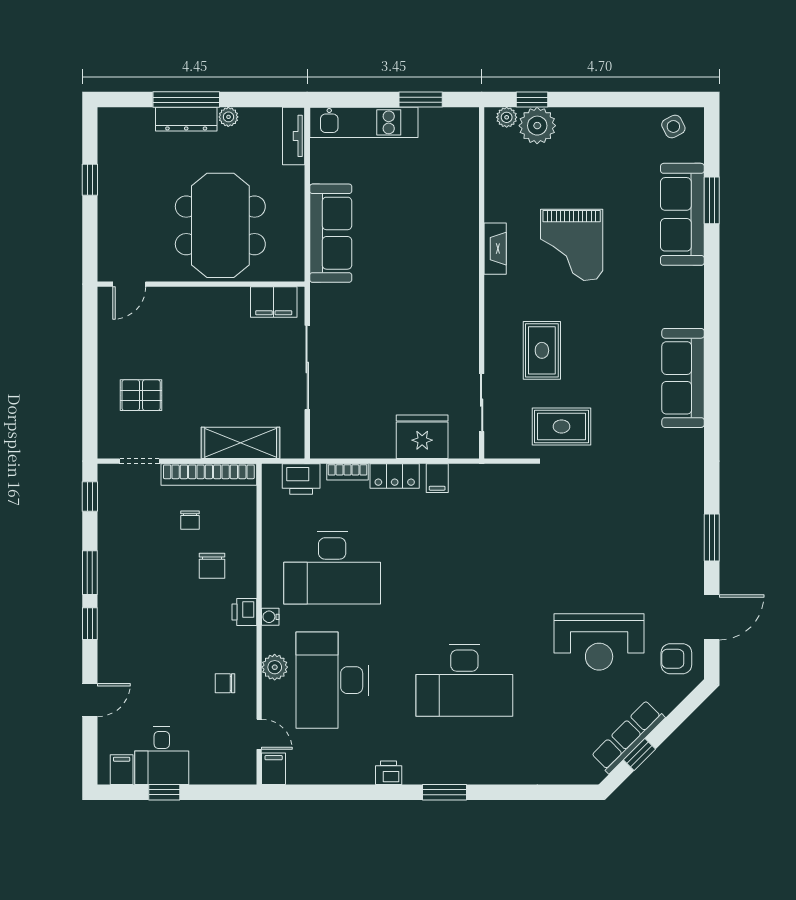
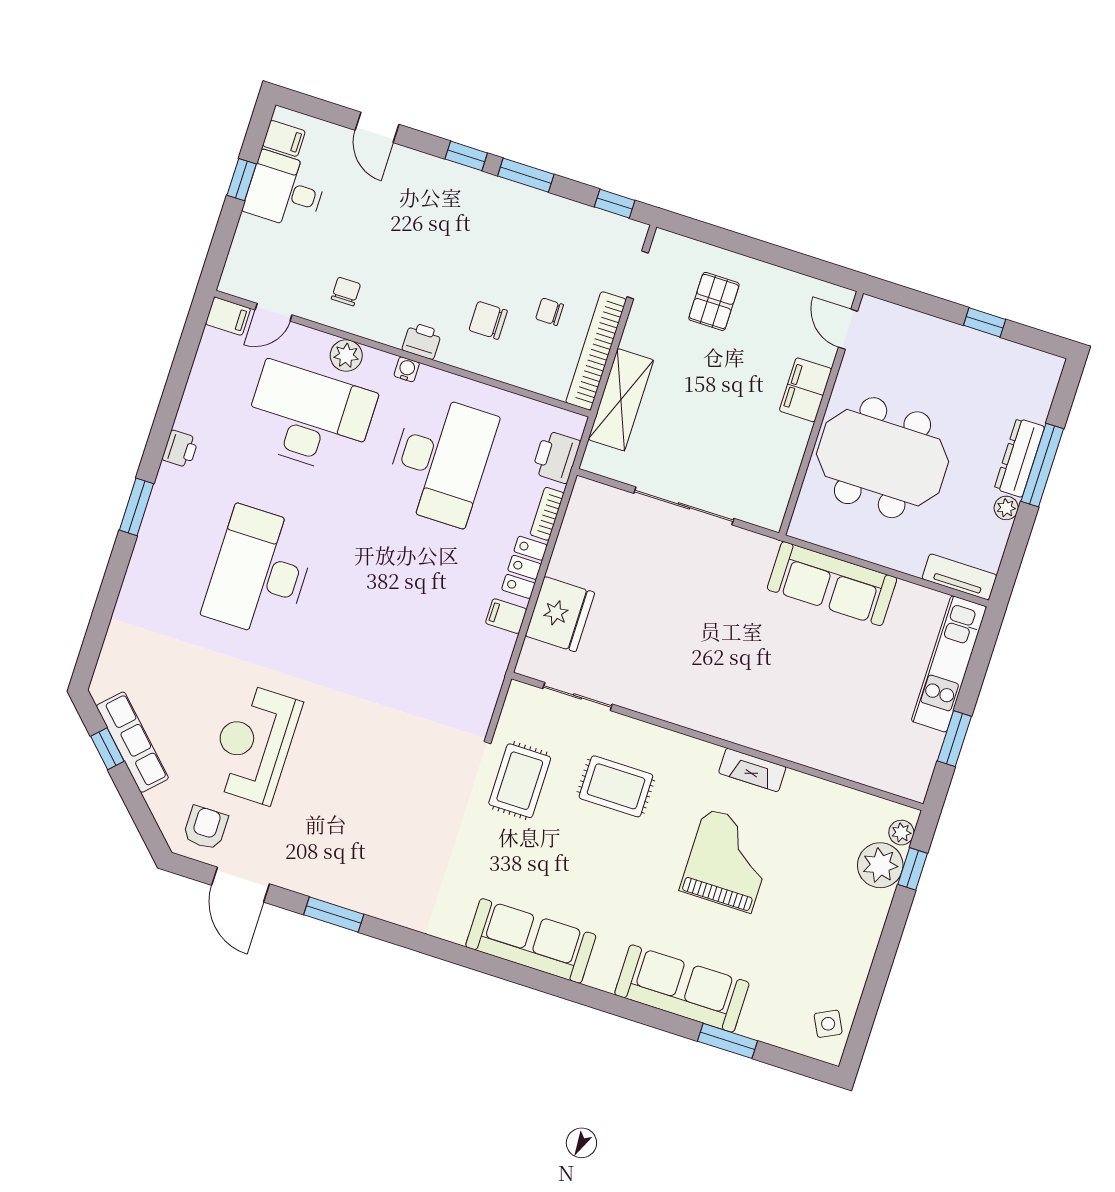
sofa: (682, 214) -> (682, 988), moved
grand piano: (572, 245) -> (728, 861), turned 90
filing cabinet: (274, 302) -> (806, 390), moved
desk: (332, 568) -> (440, 460), turned 180

